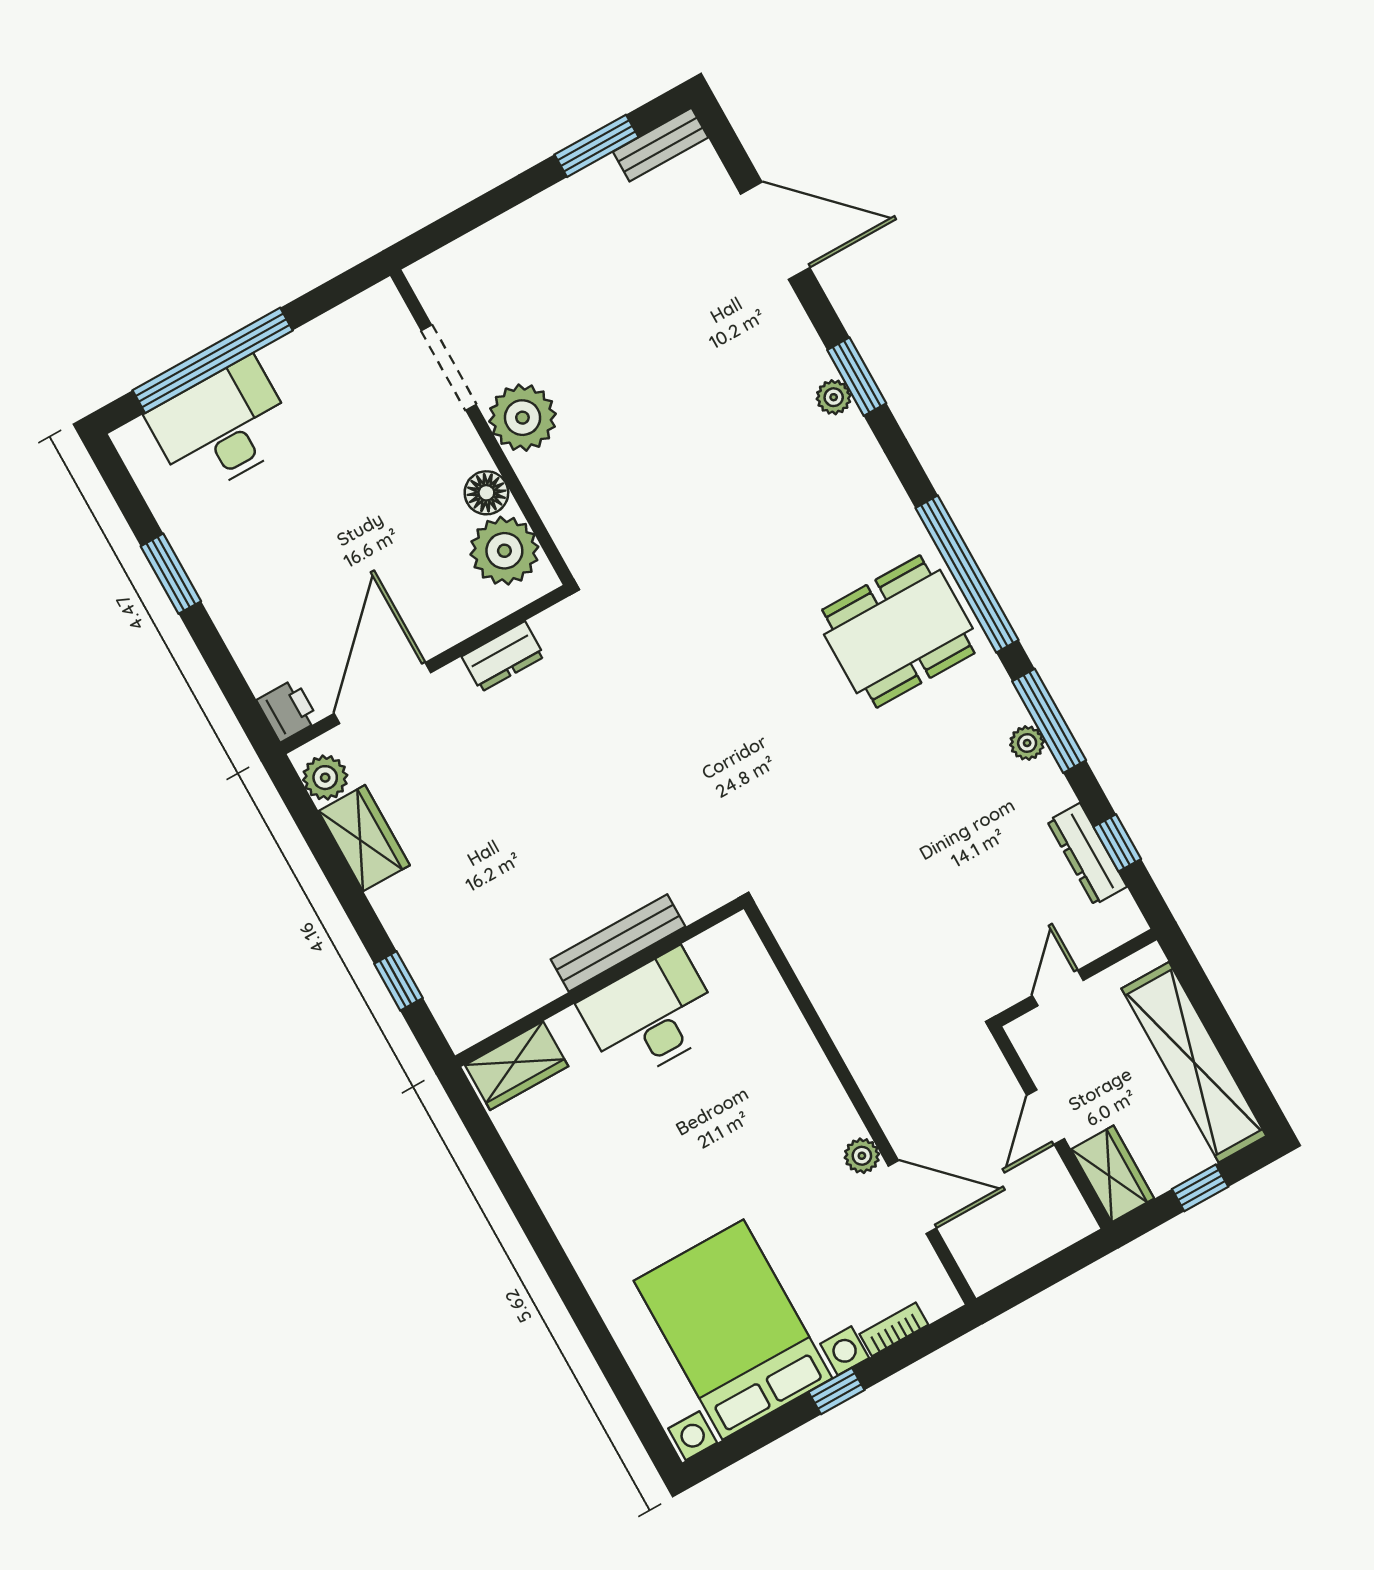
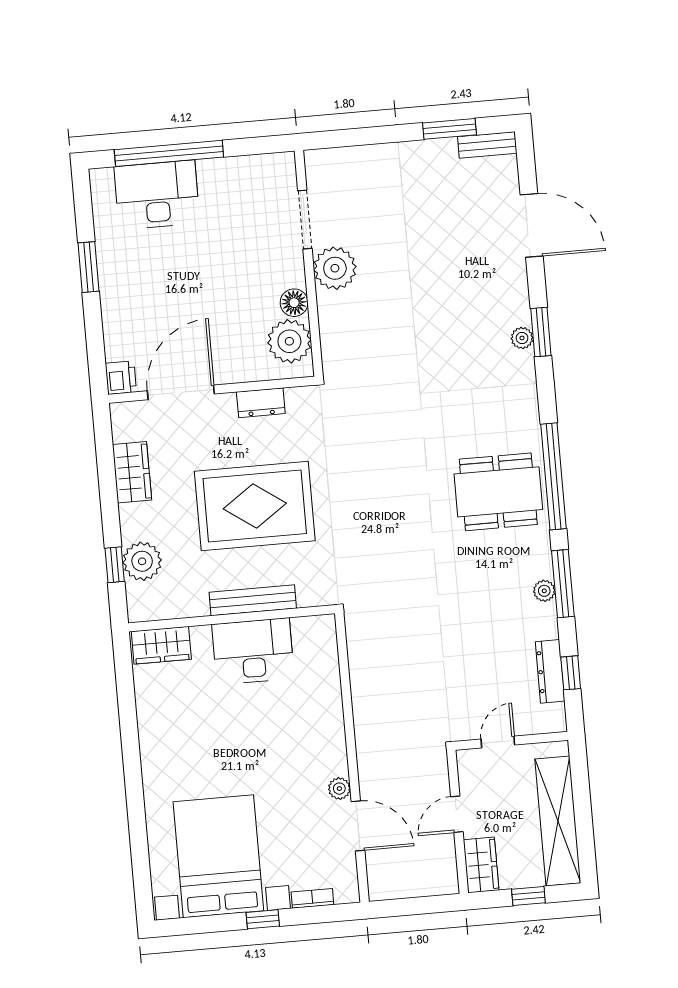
plant: (325, 778) -> (142, 561), moved, width x1.36, depth x1.36
rug: (561, 808) -> (255, 506), added

